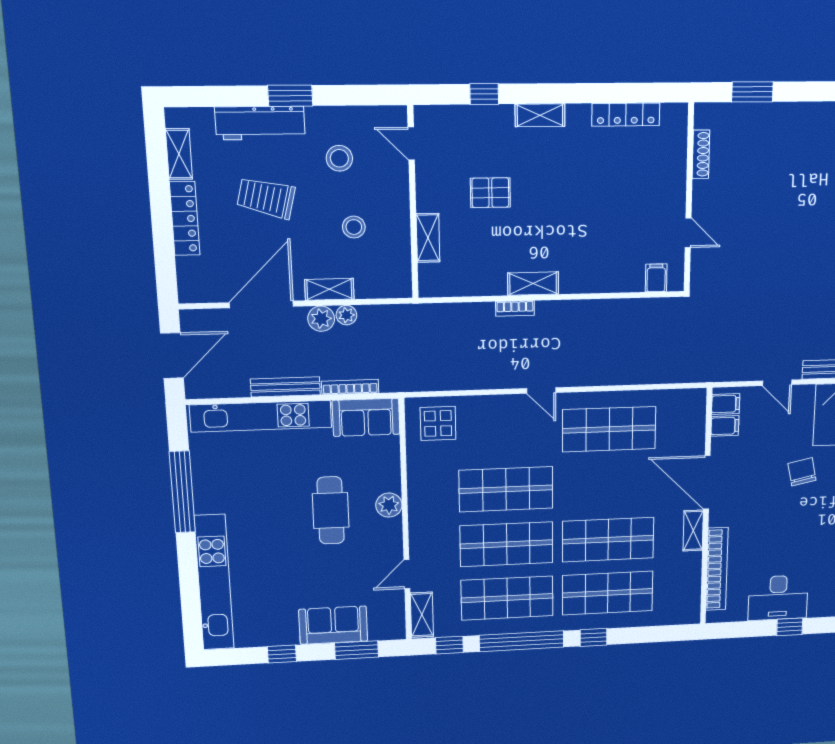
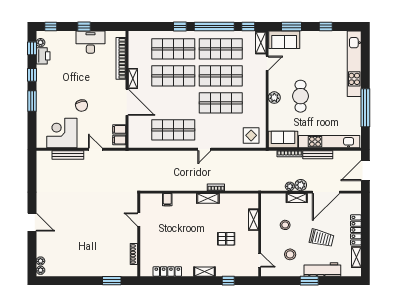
filing cabinet: (656, 278) -> (167, 200), moved
door: (541, 390) -> (204, 149), swing flipped
sofa: (333, 625) -> (284, 40), moved

